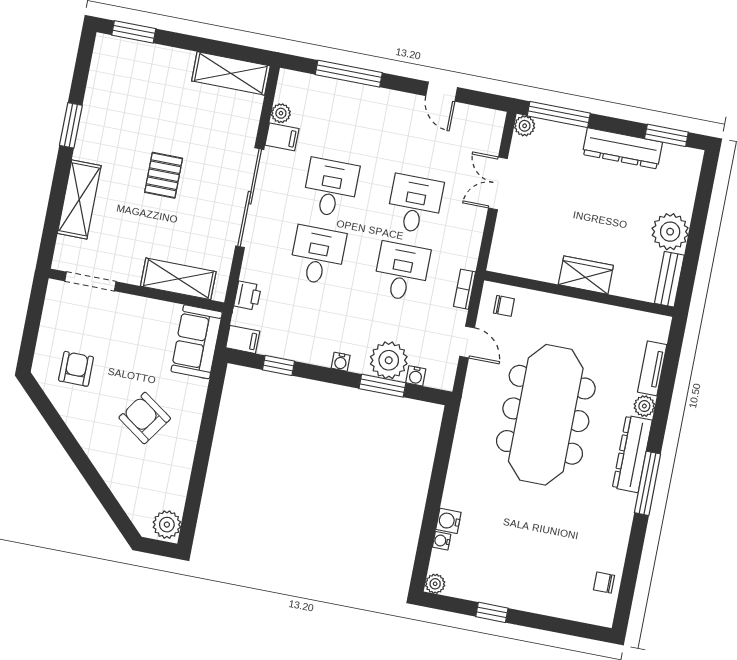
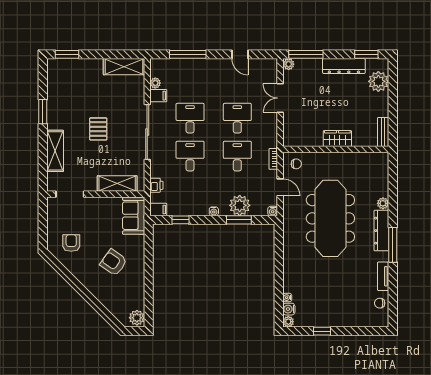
plant: (670, 232) -> (378, 81), moved
tv unit: (652, 368) -> (383, 276), moved
water cooler: (416, 376) -> (273, 211), moved
water cooler: (448, 521) -> (289, 309), moved

